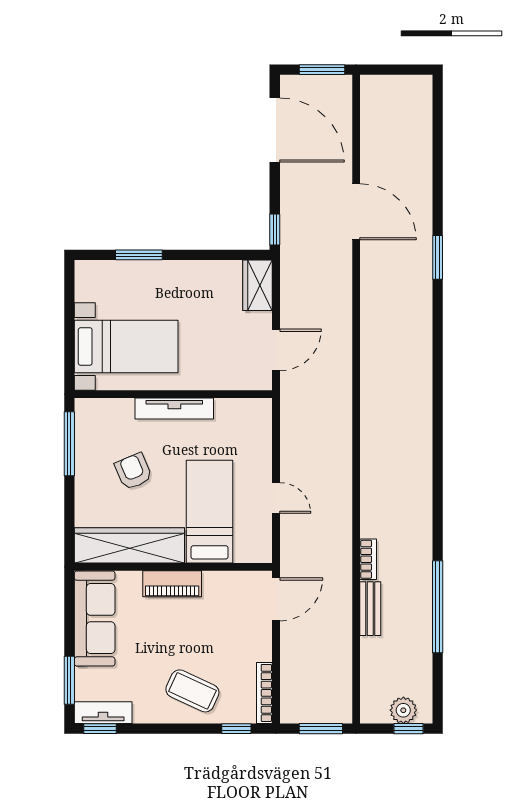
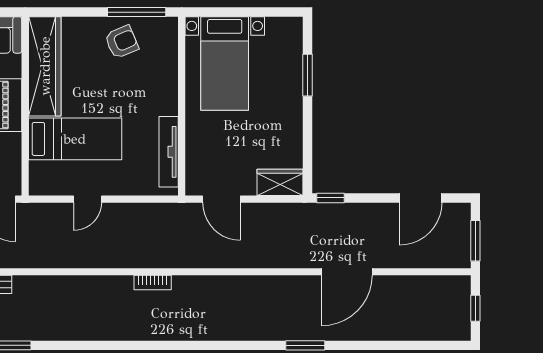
window: (397, 70) -> (475, 308), added
door: (275, 130) -> (421, 198), width x0.73
tv unit: (174, 408) -> (169, 152), moved
armchair: (133, 471) -> (122, 42), moved
bookcase: (368, 559) -> (153, 283), moved

